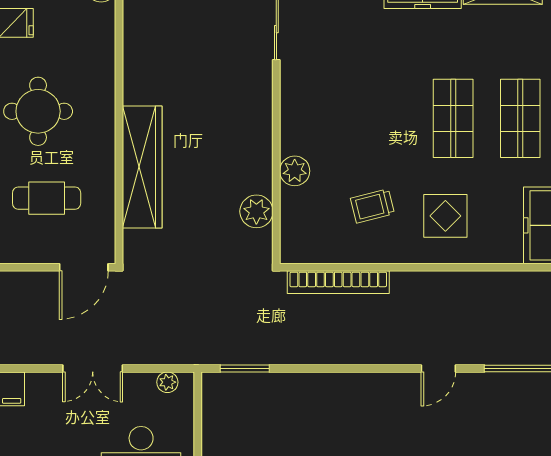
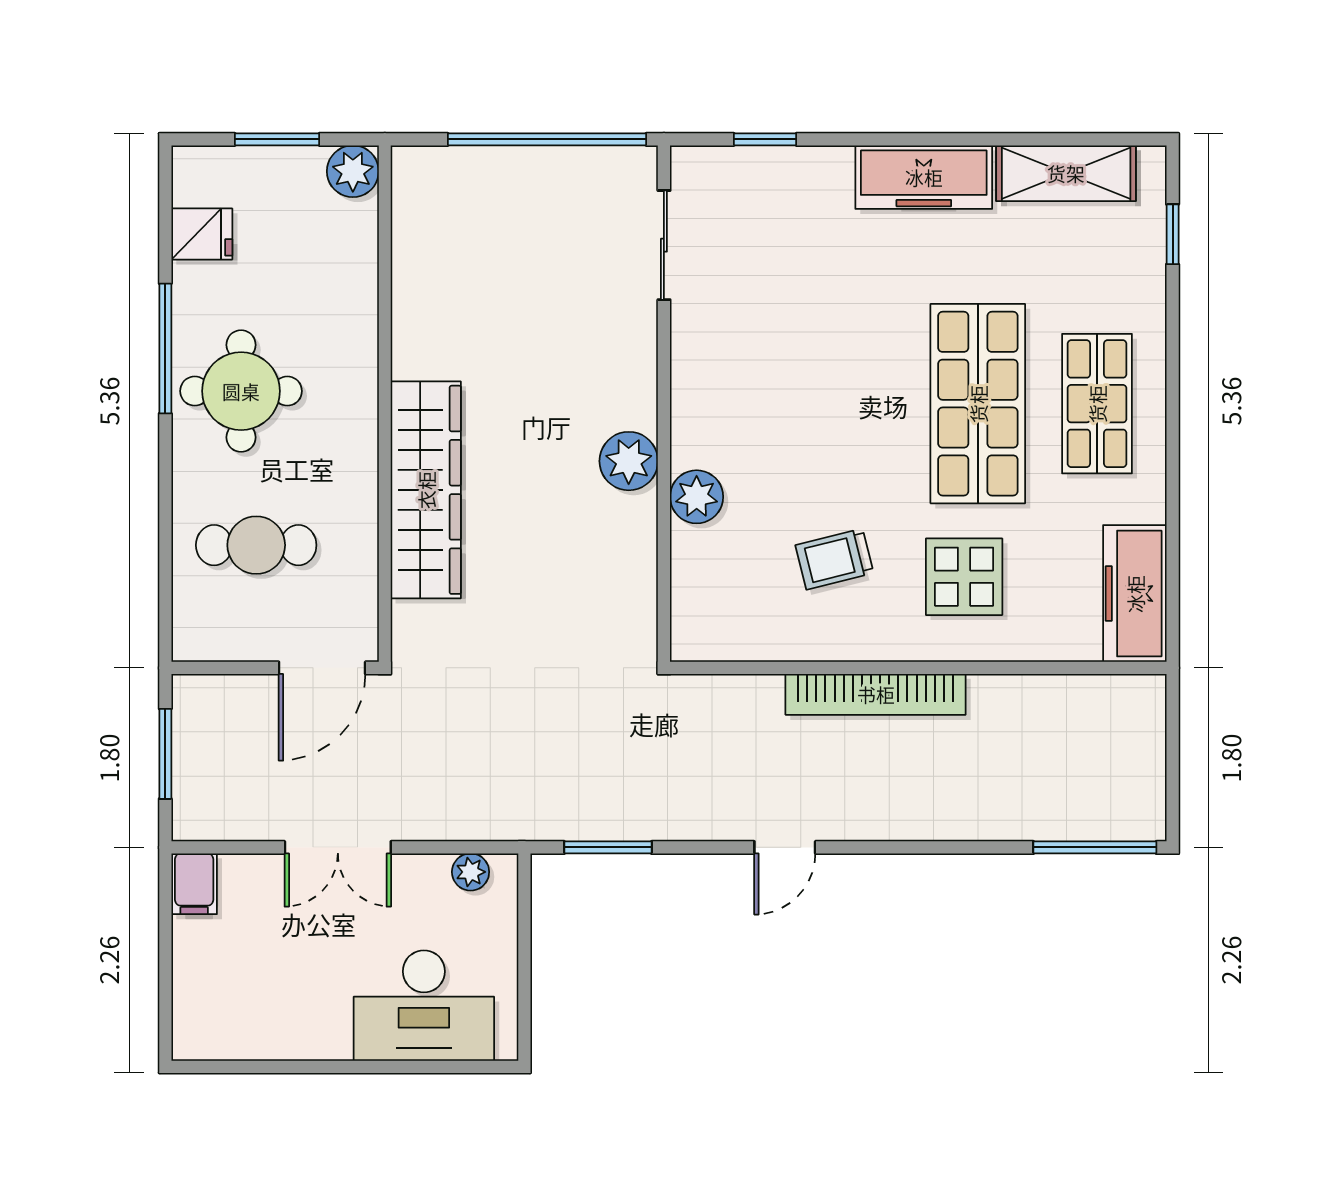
shop shelf: (453, 118) -> (978, 404), width x1.43, depth x1.36
plant: (256, 211) -> (629, 461), moved
bookcase: (338, 282) -> (876, 694), moved
door: (438, 368) -> (785, 847), moved

